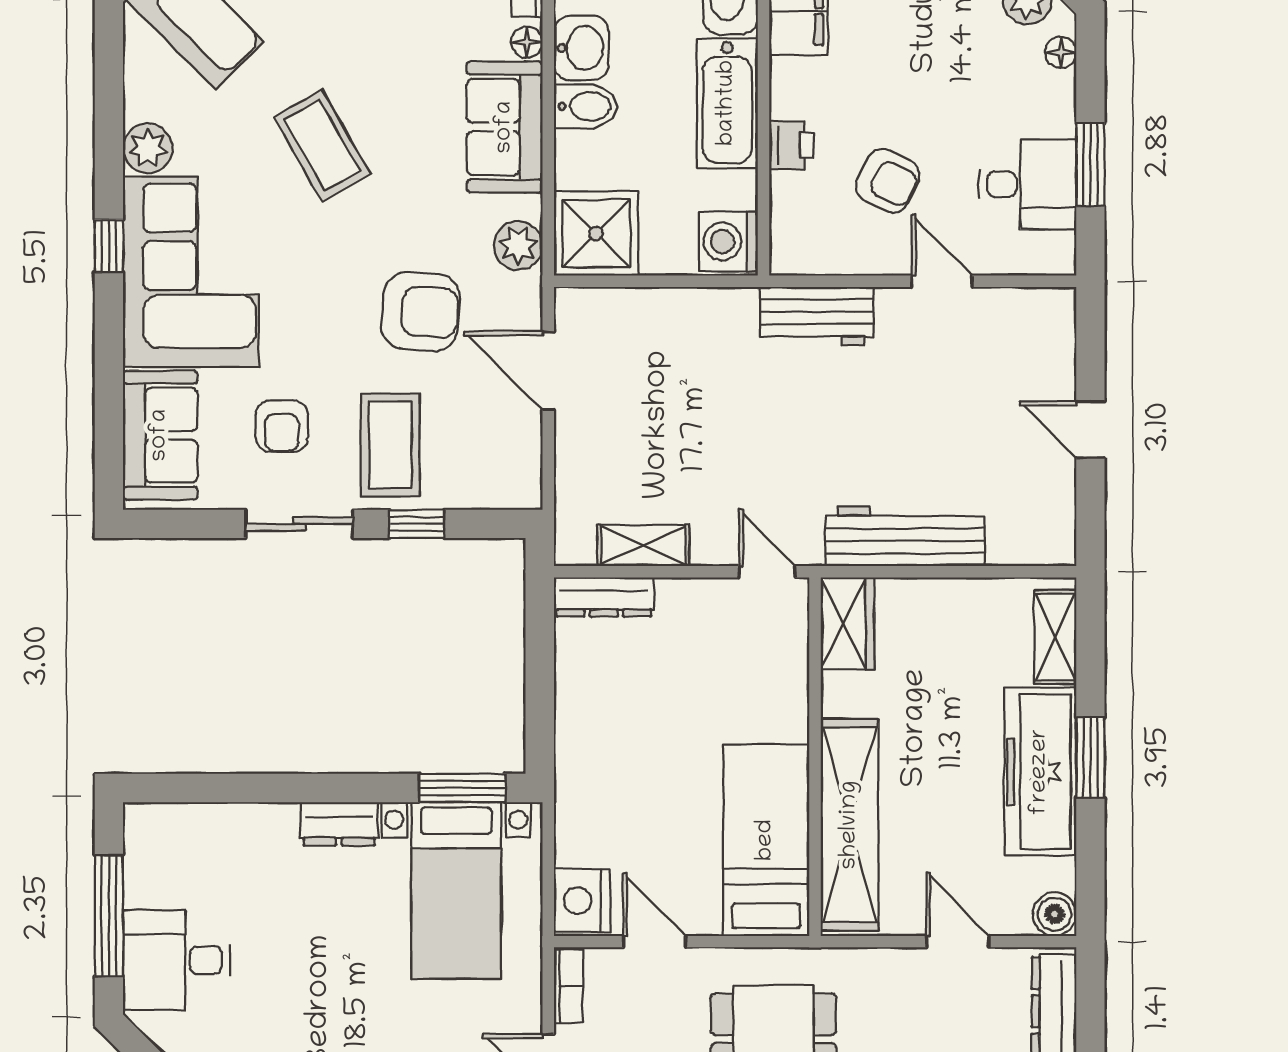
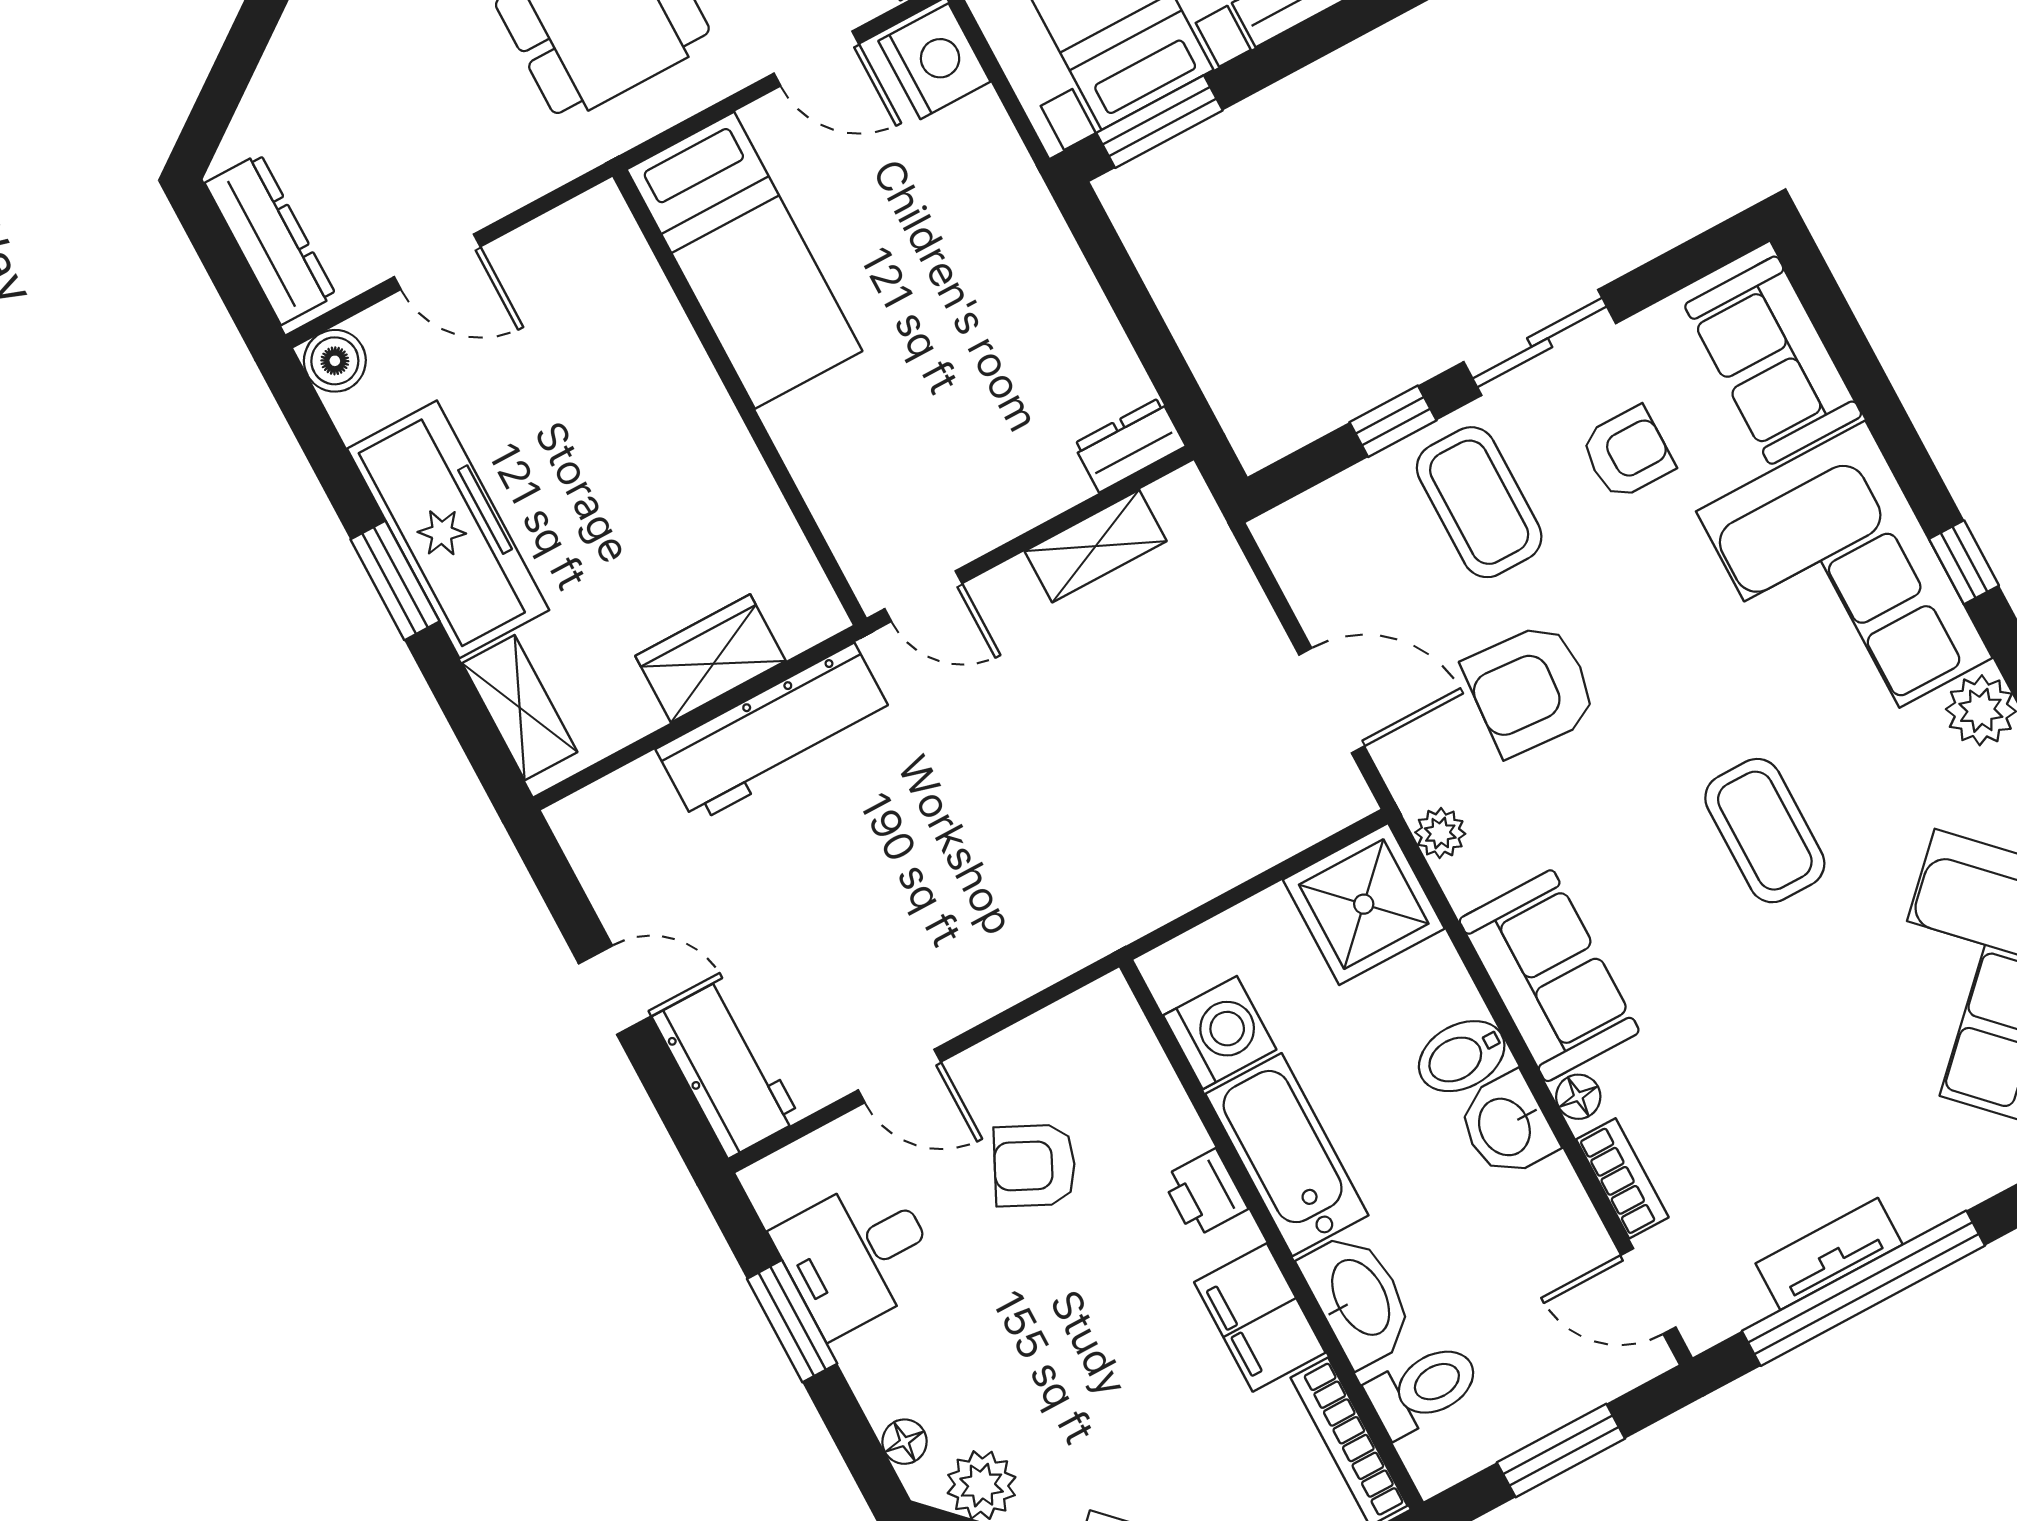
coffee table: (322, 145) -> (1765, 831), turned 30
printer: (791, 145) -> (1205, 1193), moved
washing machine: (728, 241) -> (1220, 1033), moved
plant: (518, 245) -> (1440, 833), width x0.73, depth x0.73
workbench: (817, 316) -> (726, 1068), moved, turned 90
armchair: (282, 426) -> (1627, 453), turned 90
dresser: (604, 597) -> (1130, 445), width x0.70
wardrobe: (847, 623) -> (711, 658), moved, turned 90
shelving: (850, 825) -> (651, 335), removed

